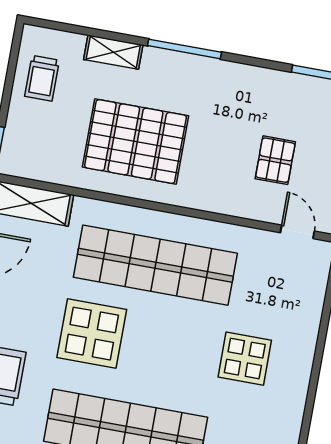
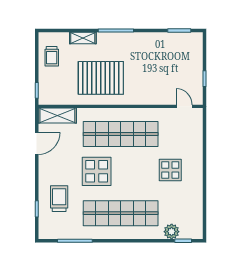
pallet: (275, 160) -> (168, 75), removed

